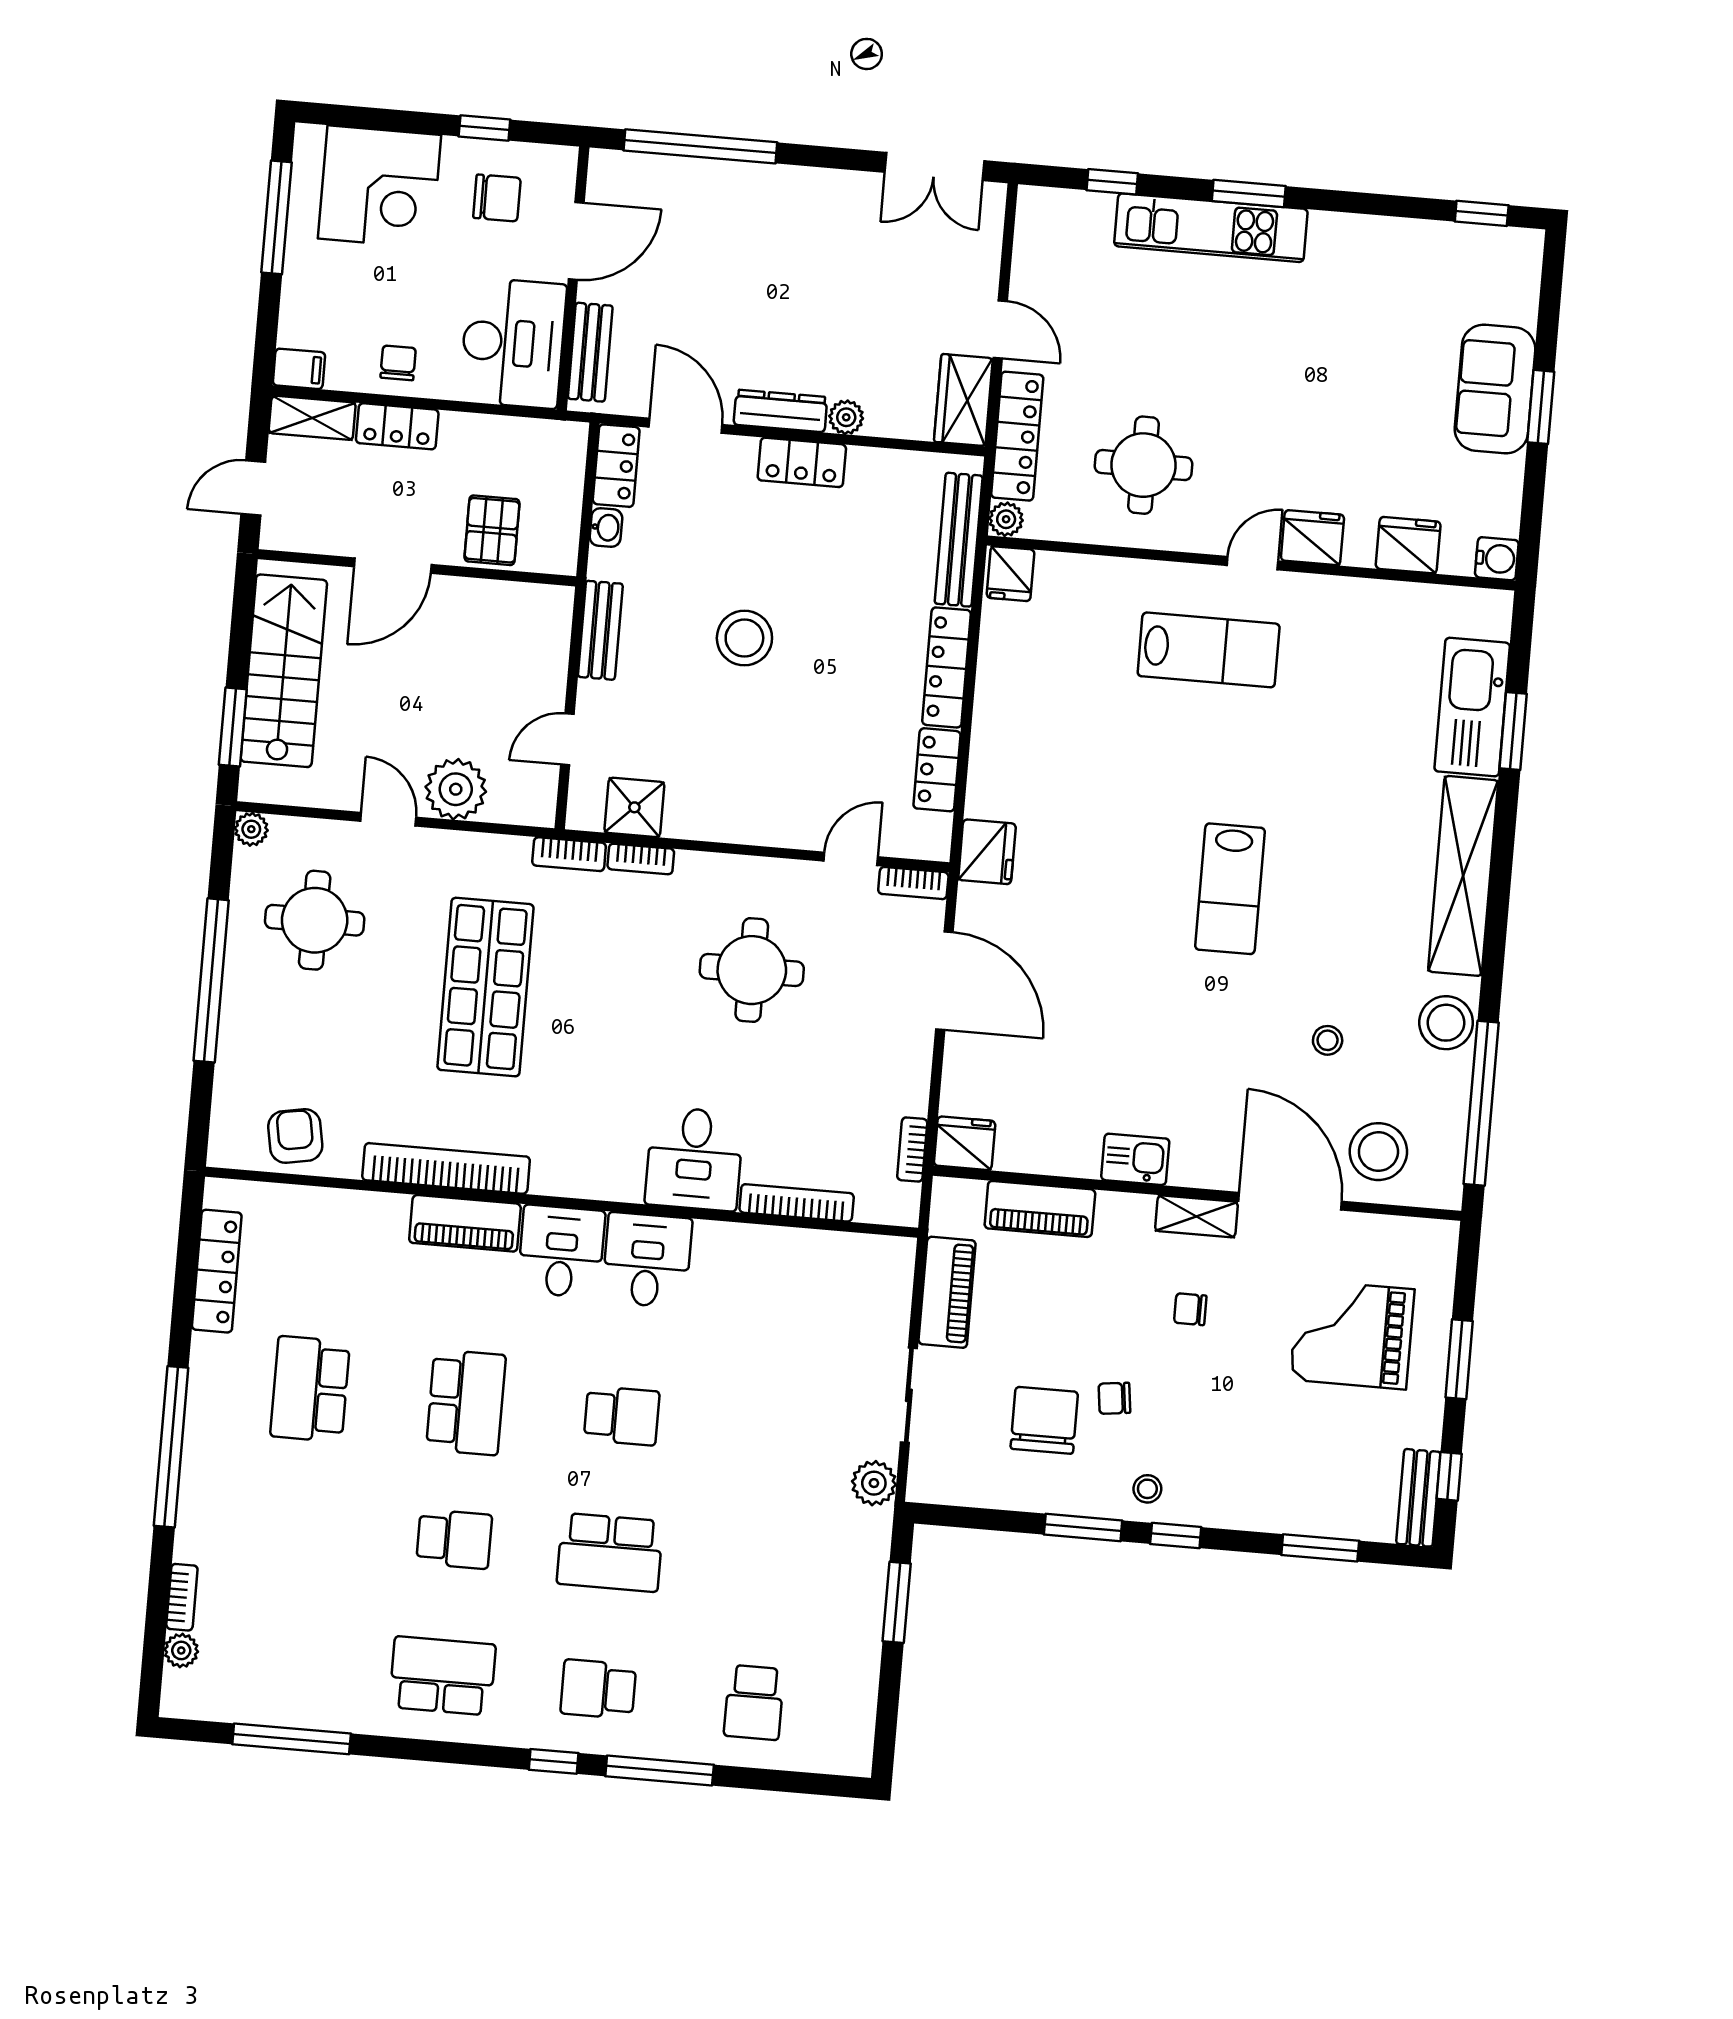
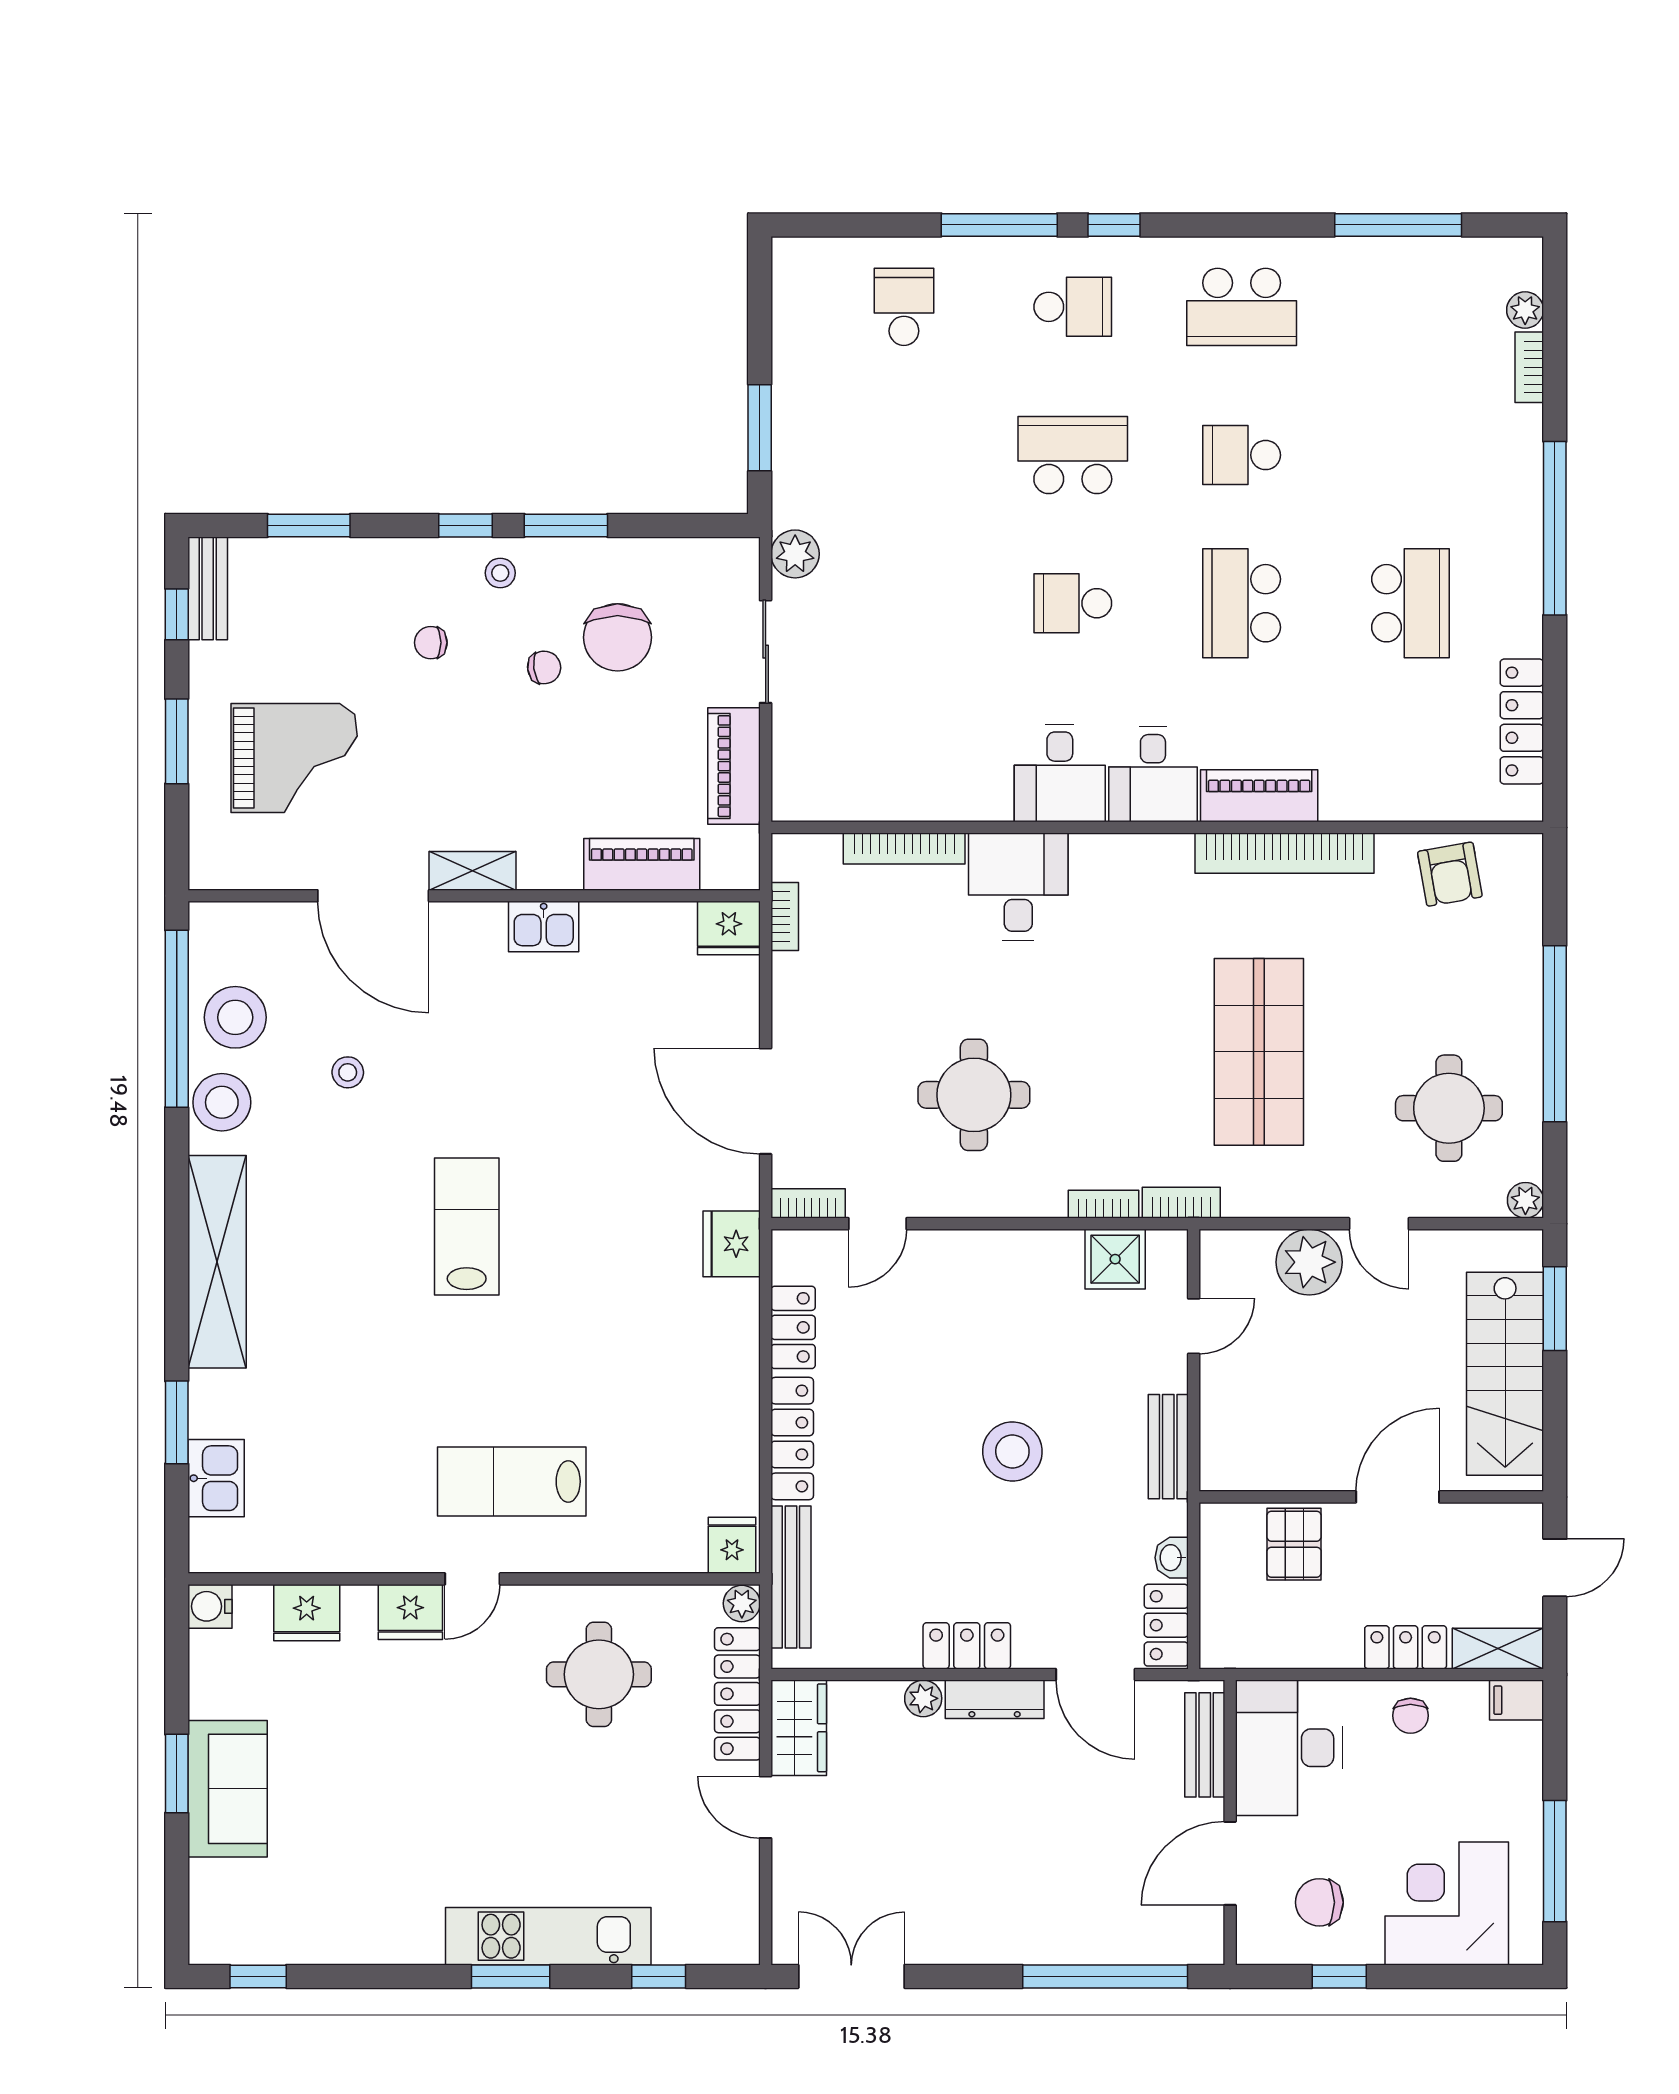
kitchen sink: (1472, 707) -> (216, 1478), width x0.53, depth x0.81
stool: (1378, 1152) -> (235, 1017), moved
chair: (1190, 1309) -> (431, 643), moved, turned 180

